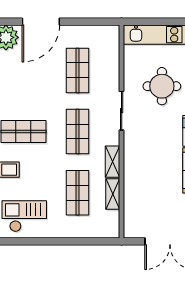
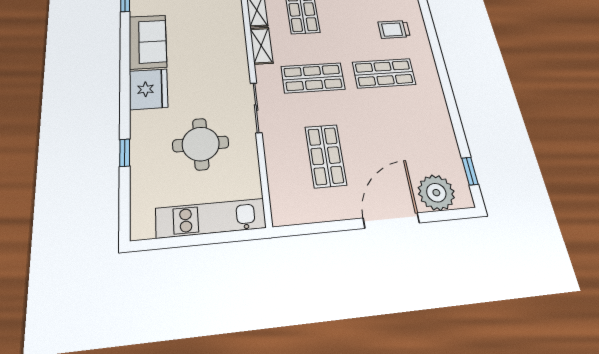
shop shelf: (77, 132) -> (313, 78), turned 90

